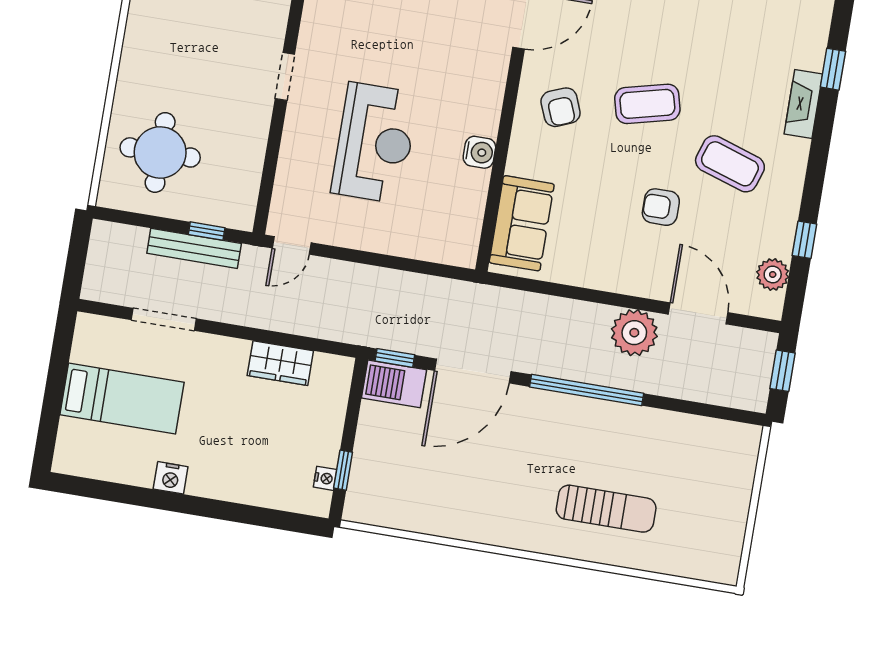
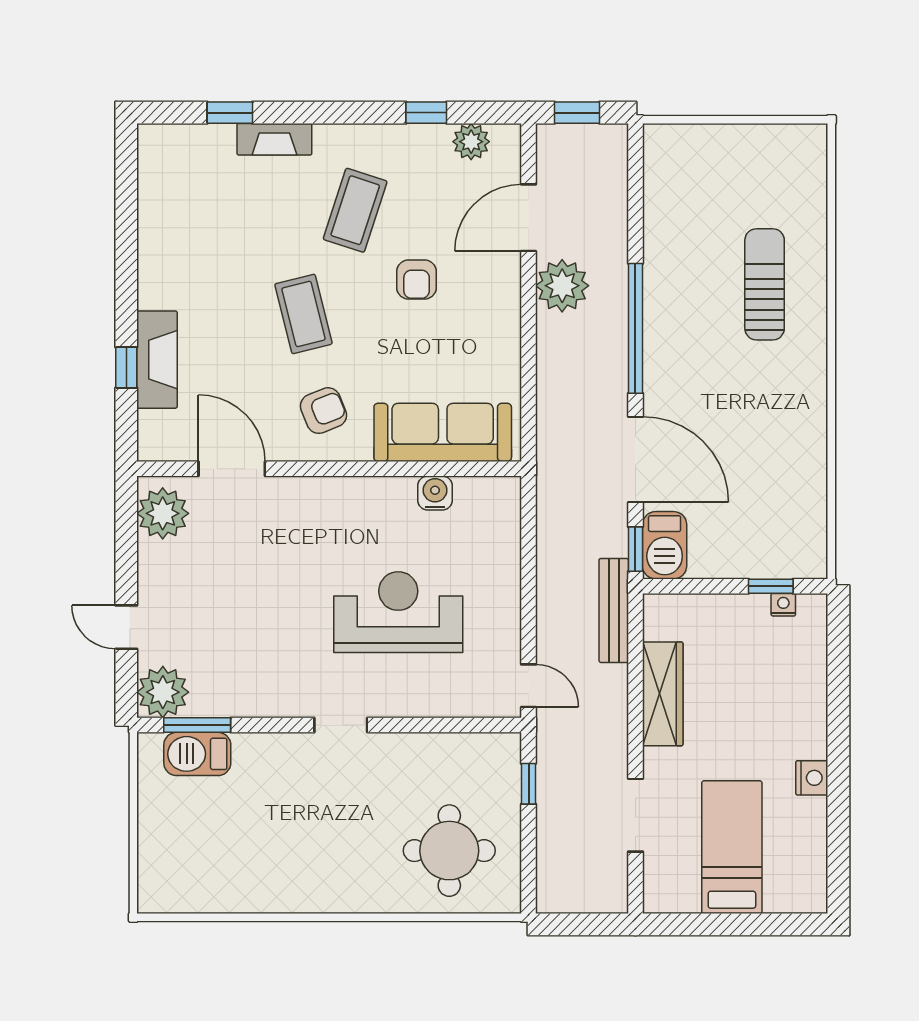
water cooler: (479, 152) -> (435, 493), moved
sofa: (522, 223) -> (443, 432), width x1.36
bench: (194, 248) -> (614, 610), moved
wardrobe: (280, 363) -> (663, 694), width x1.50

